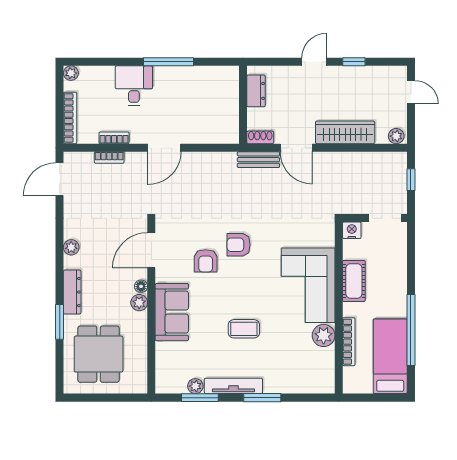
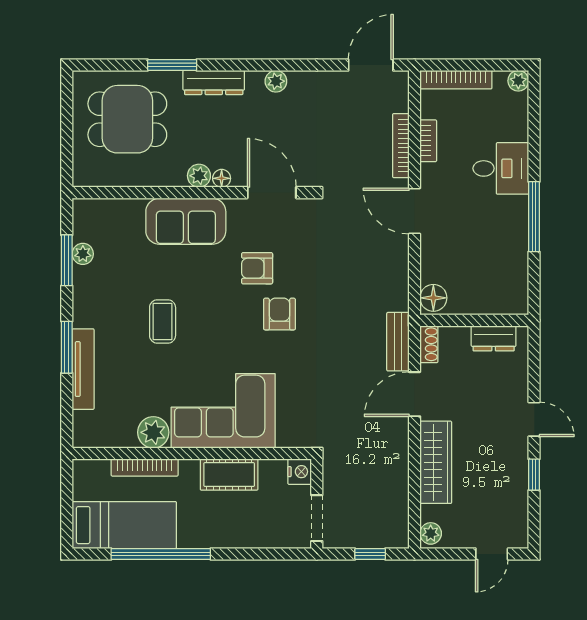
floor lamp: (227, 134) -> (433, 298), added
bookcase: (109, 158) -> (401, 146), width x1.56
door: (60, 179) -> (371, 65), hinge flipped
tv unit: (233, 386) -> (83, 369), moved

